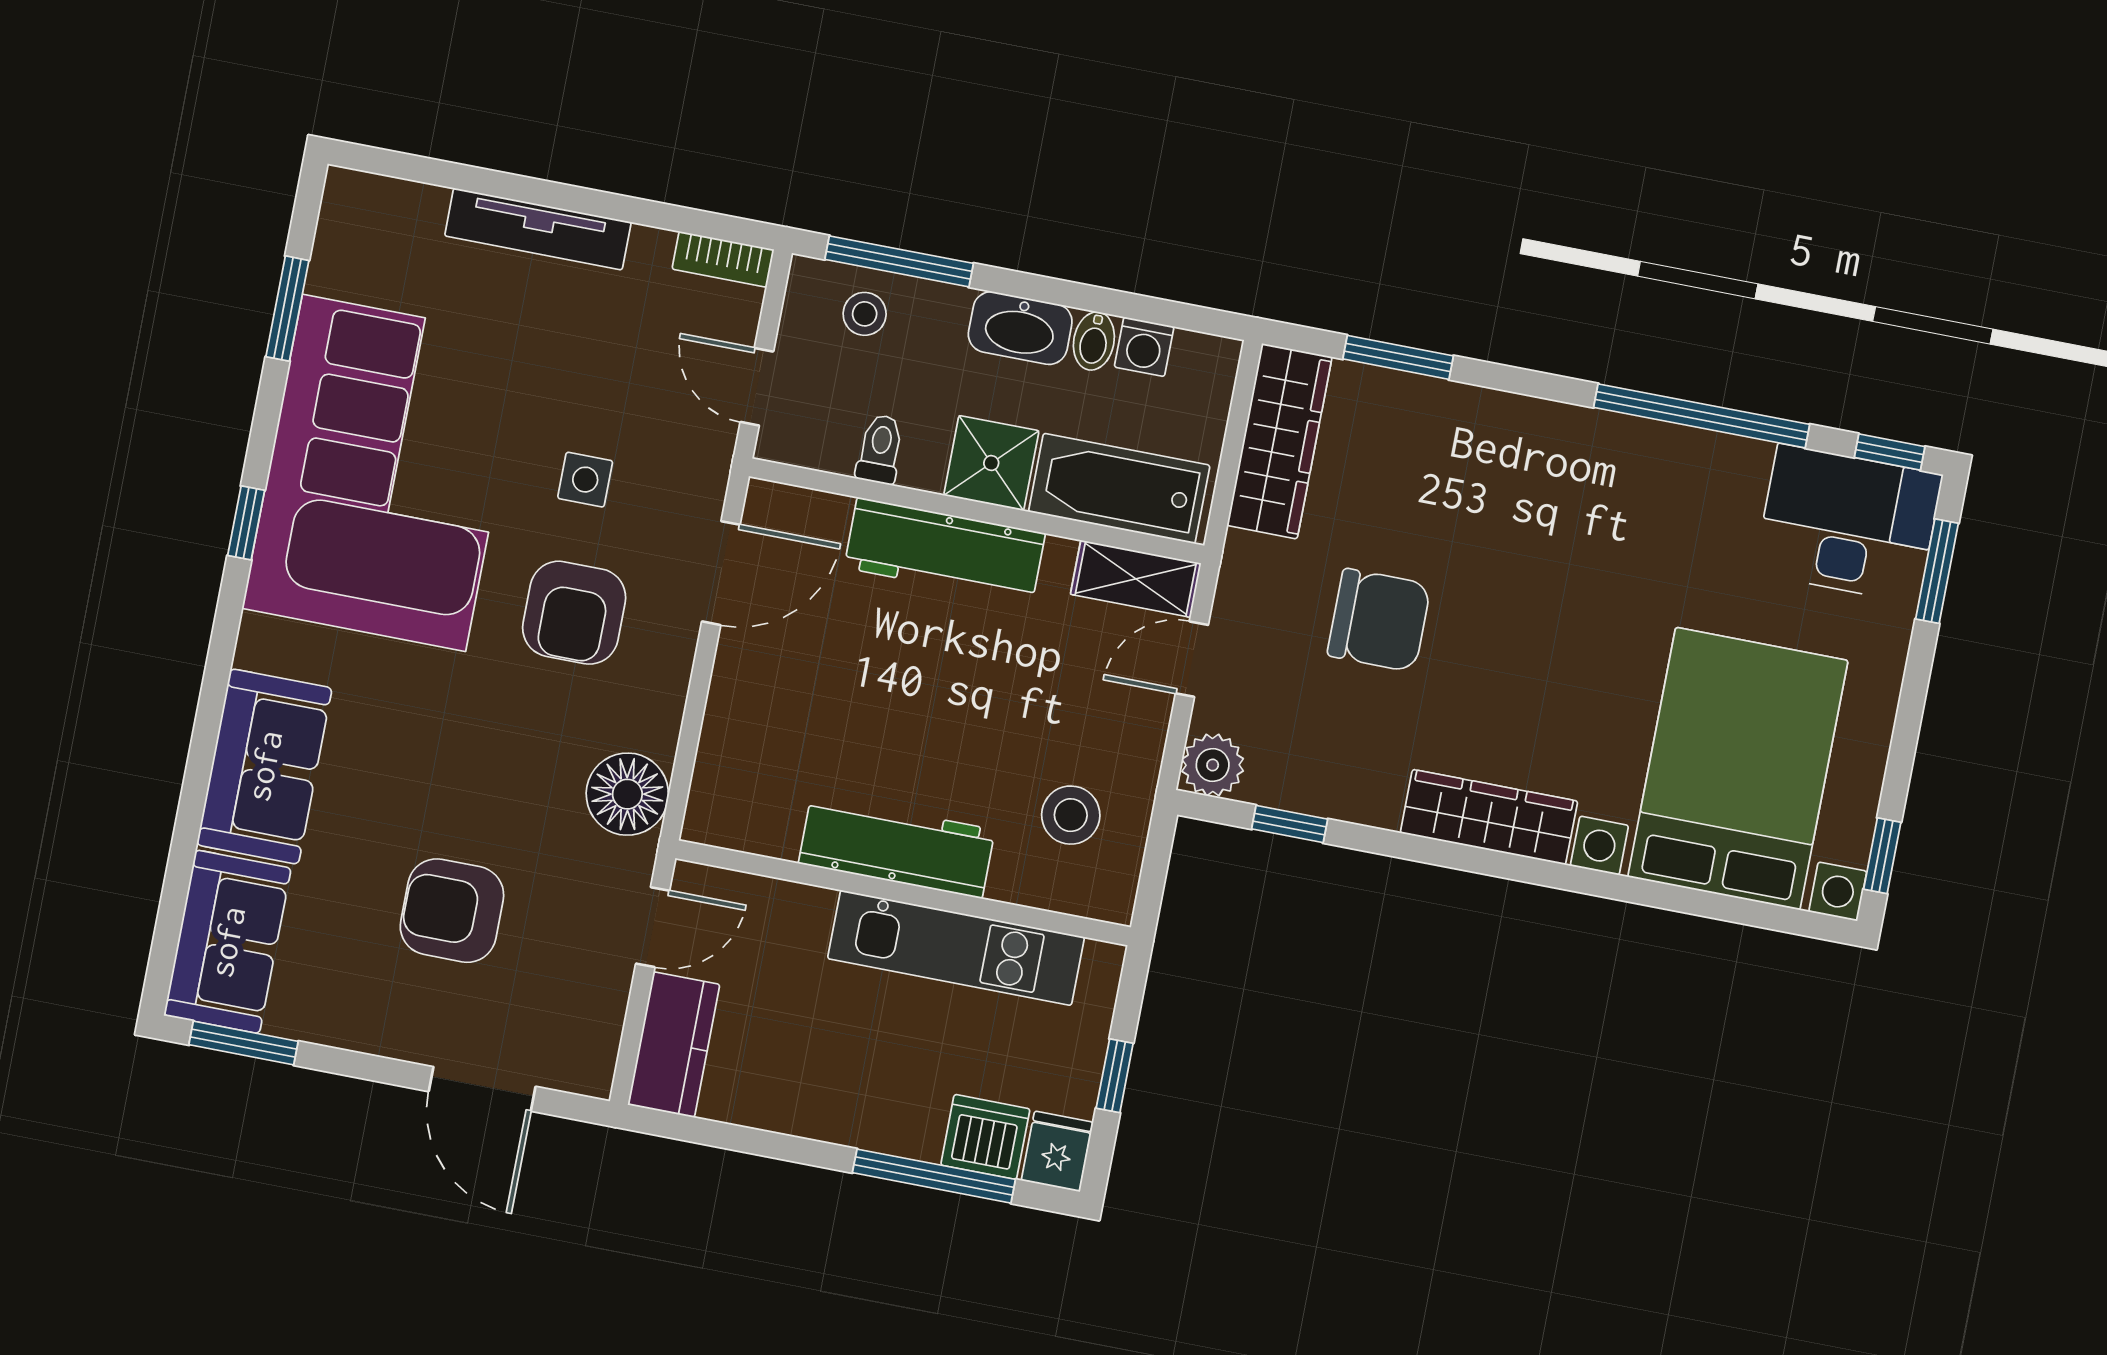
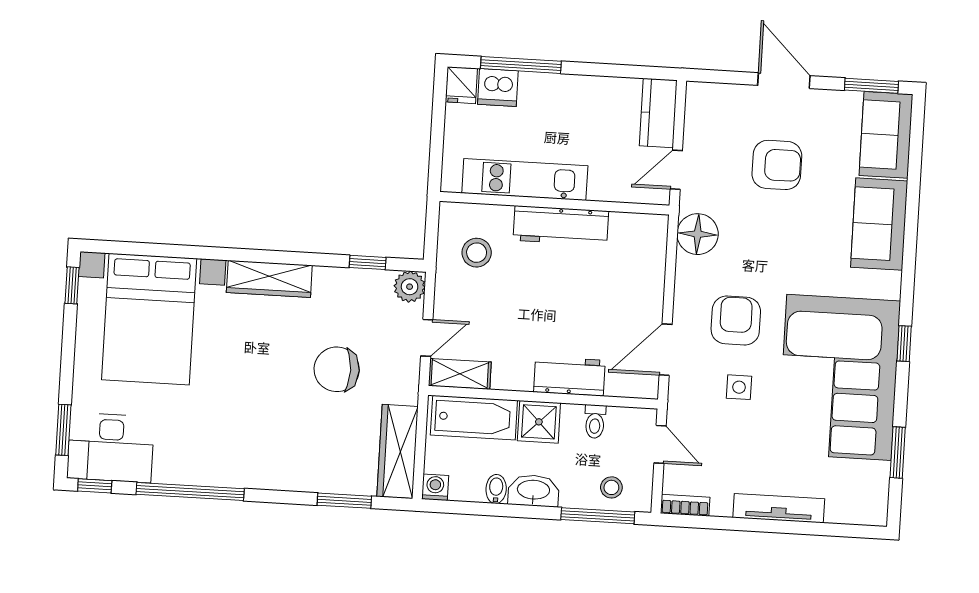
washing machine: (1144, 347) -> (435, 487), moved
workbench: (945, 551) -> (569, 376), width x0.73
window: (1115, 1076) -> (438, 126), removed
door: (482, 1089) -> (784, 81), moved

